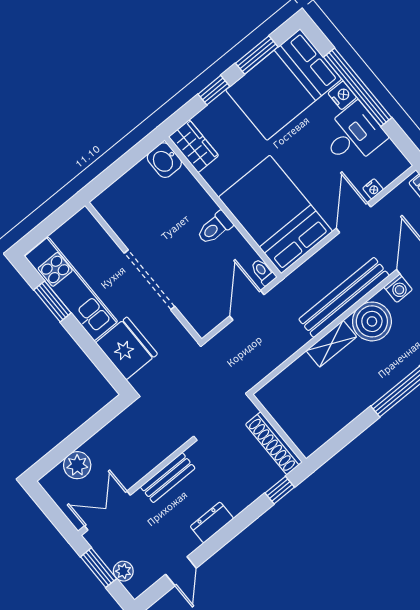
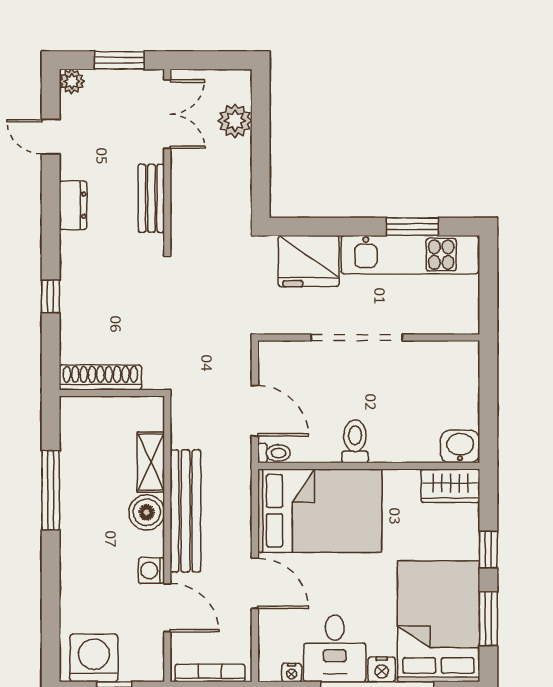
nightstand: (373, 189) -> (292, 673), moved, turned -90
boiler: (372, 321) -> (147, 512), width x0.73, depth x0.73
wall: (278, 428) -> (112, 393), moved
shoe rack: (274, 443) -> (100, 377), moved
plant: (123, 571) -> (72, 81), moved

